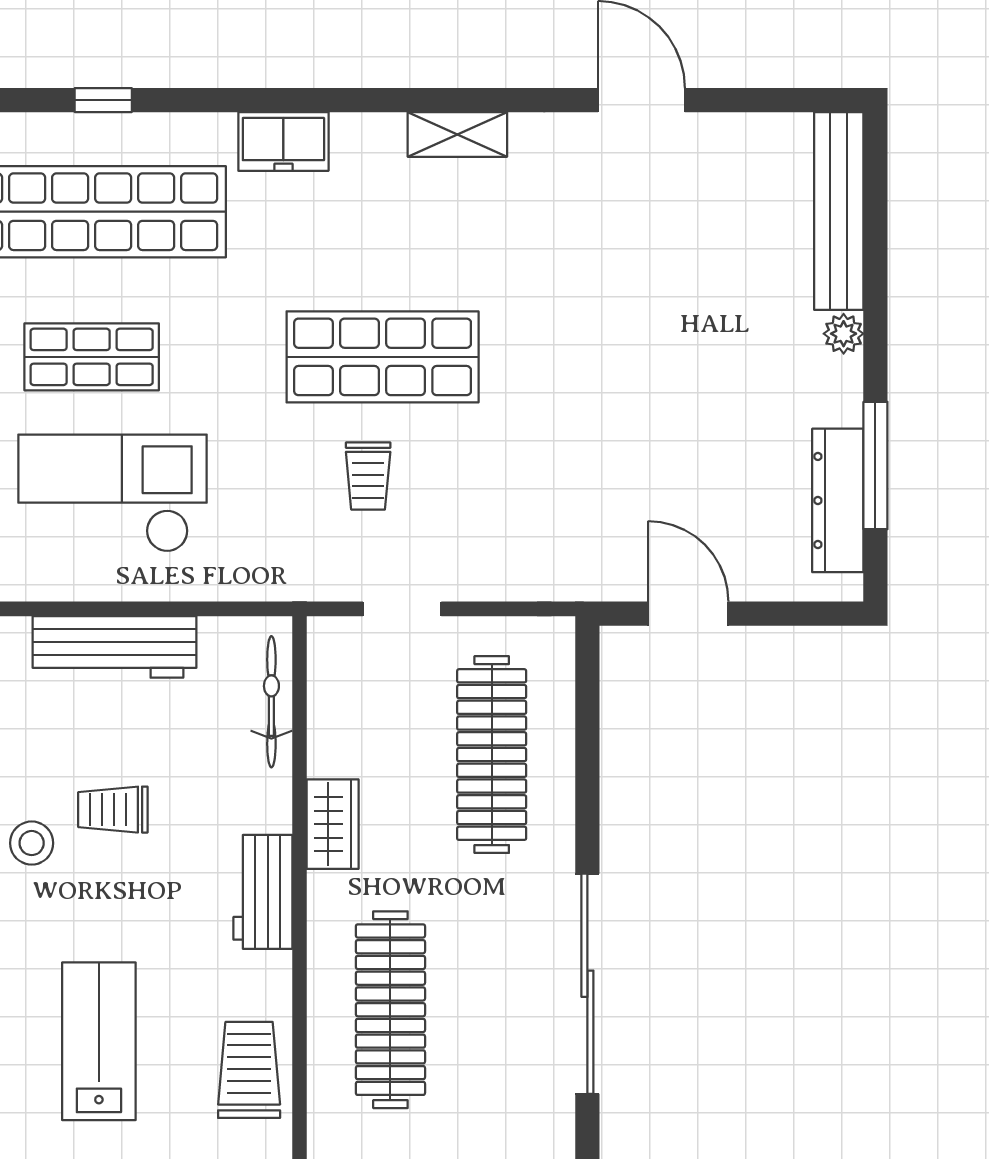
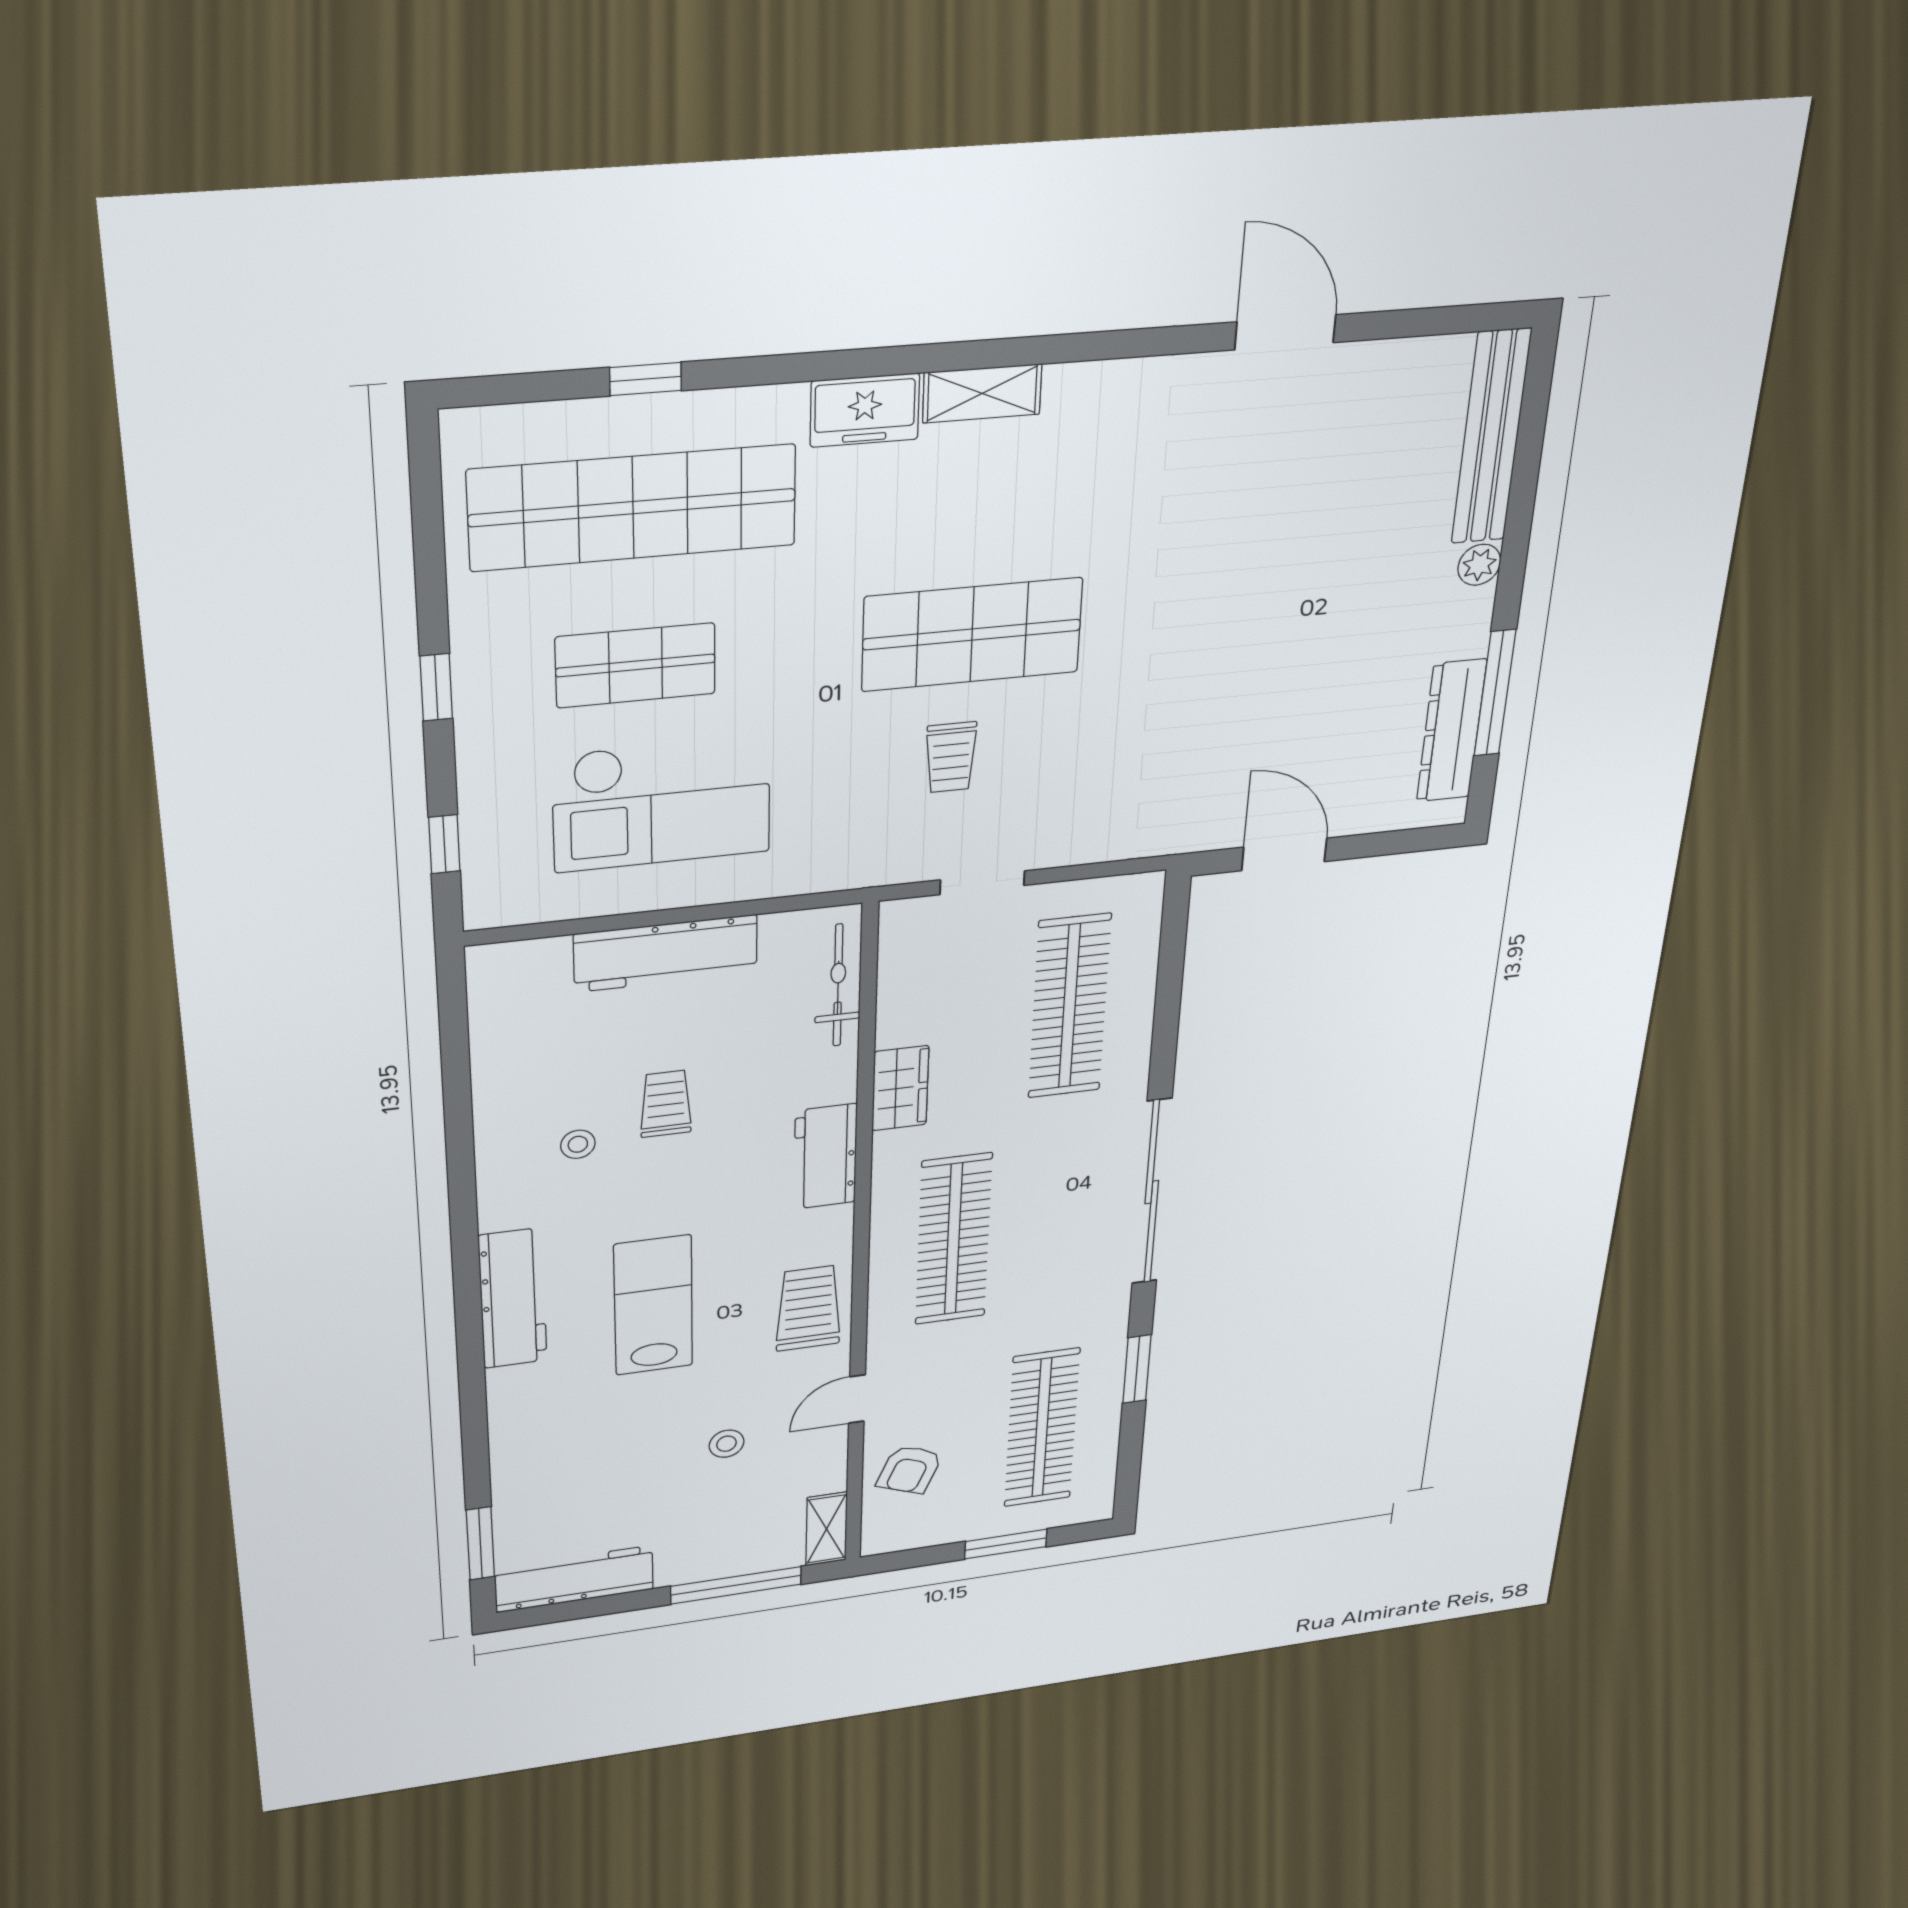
shelving: (457, 134) -> (982, 393), moved
checkout: (113, 493) -> (662, 804), turned 180
trolley: (113, 810) -> (666, 1104), turned 90
stool: (32, 843) -> (578, 1144), width x0.73, depth x0.73

